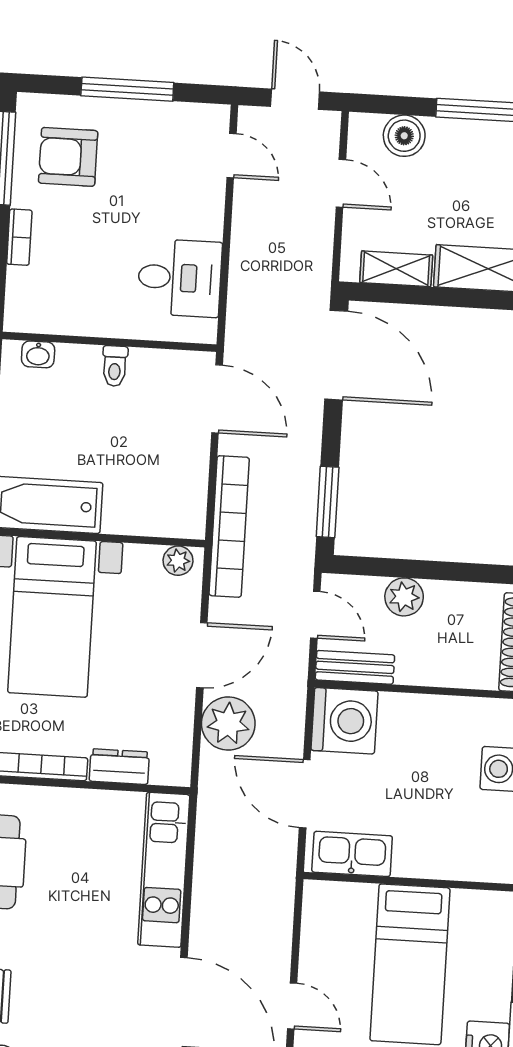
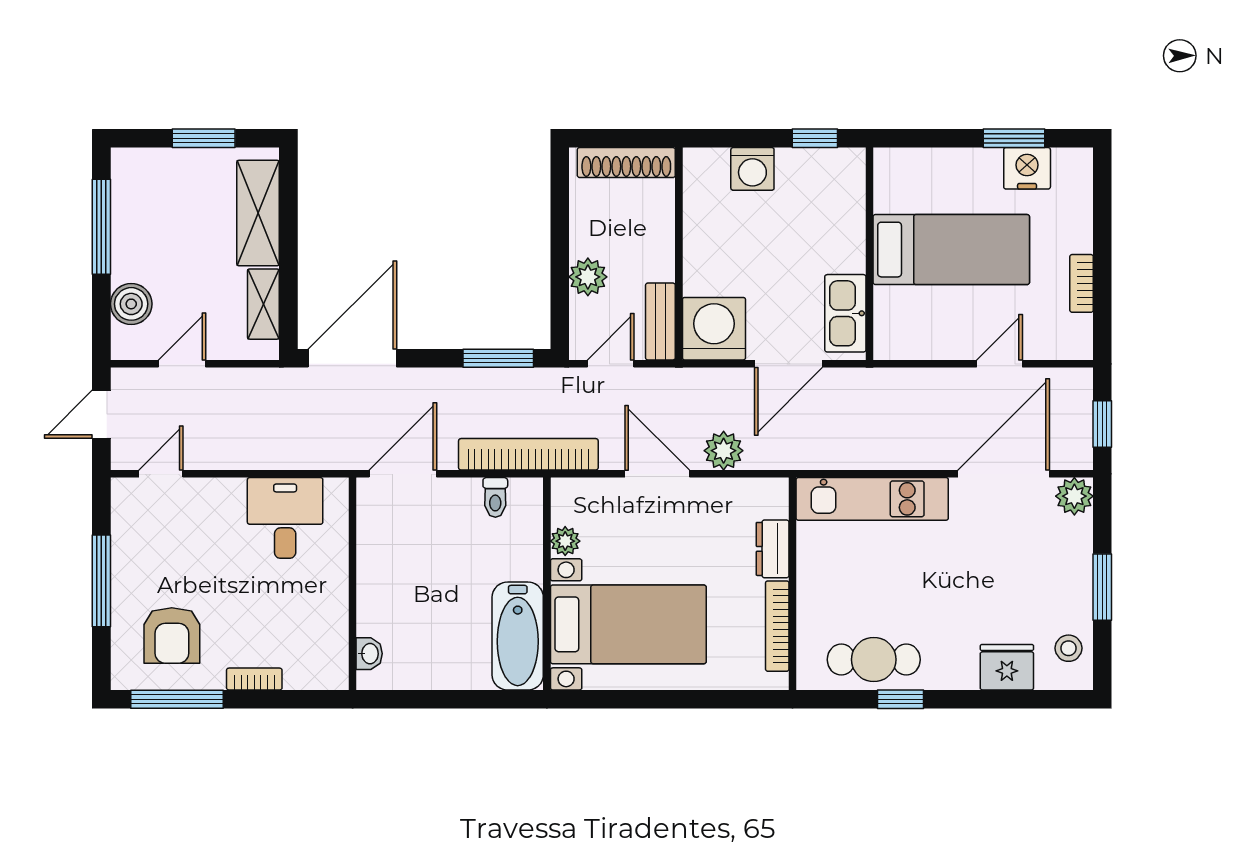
toilet: (115, 366) -> (495, 497), moved, turned 90
plant: (178, 561) -> (565, 541), moved
plant: (228, 724) -> (724, 451), width x0.73, depth x0.73

